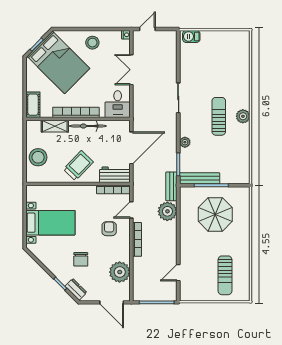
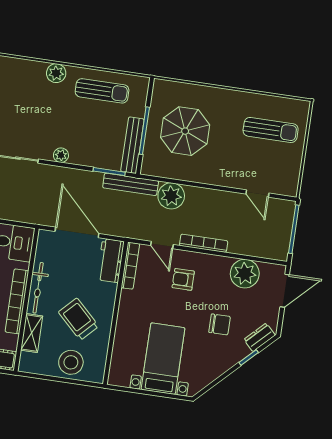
sun lounger: (219, 116) -> (102, 91), moved, turned 180
plant: (185, 142) -> (61, 155), moved
trolley: (78, 166) -> (79, 319), moved
bench: (171, 186) -> (131, 184), width x1.36

